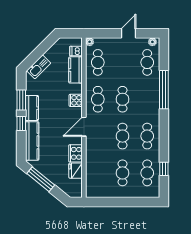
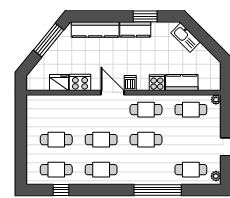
dishwasher: (76, 51) -> (130, 83), moved
cooker: (76, 100) -> (157, 83), moved
window: (21, 124) -> (116, 16), removed

